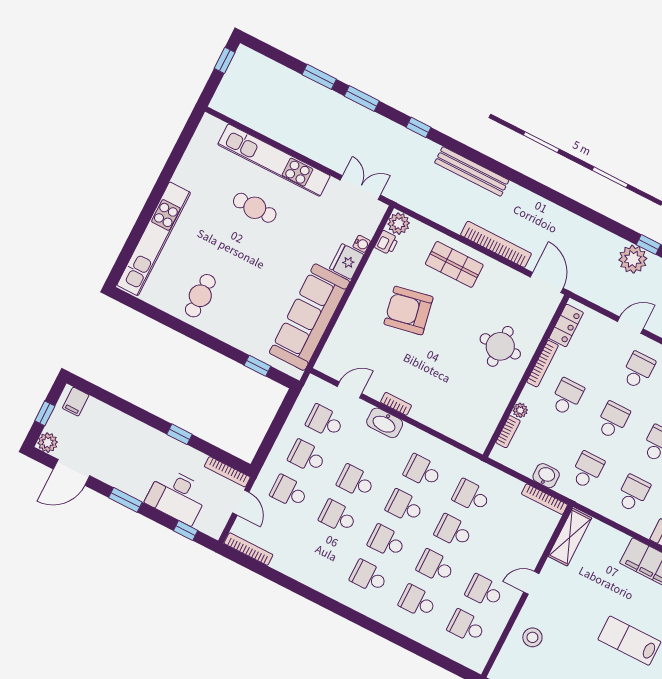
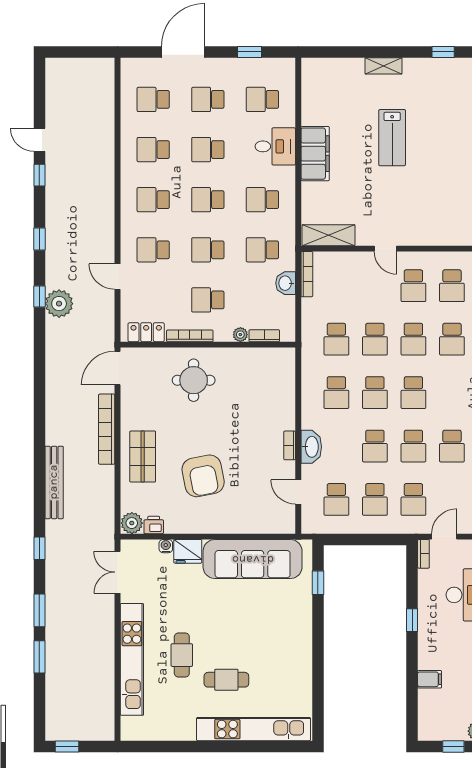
cafe table: (200, 296) -> (226, 680), moved
filing cabinet: (76, 402) -> (430, 679), moved
bookcase: (227, 472) -> (423, 554), width x0.64
school desk: (369, 577) -> (452, 446), moved
stool: (532, 637) -> (432, 223), removed

